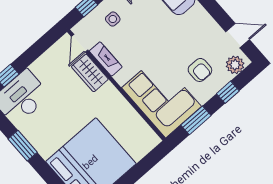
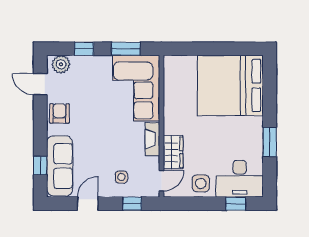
fireplace: (106, 59) -> (152, 139), moved
side table: (48, 68) -> (201, 183), added
armchair: (200, 70) -> (59, 113), moved

